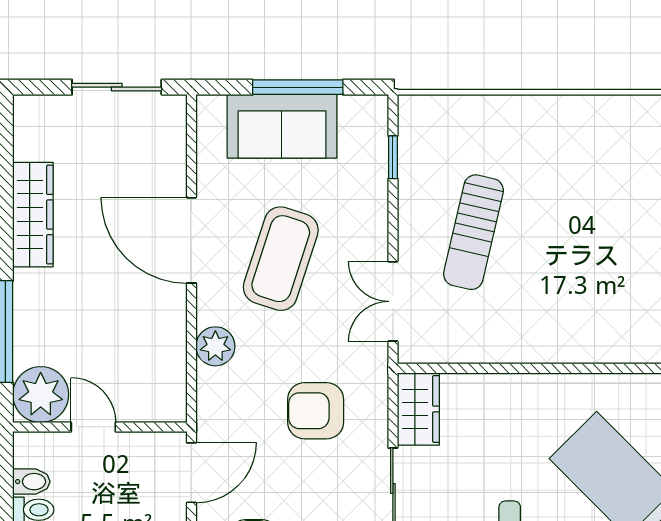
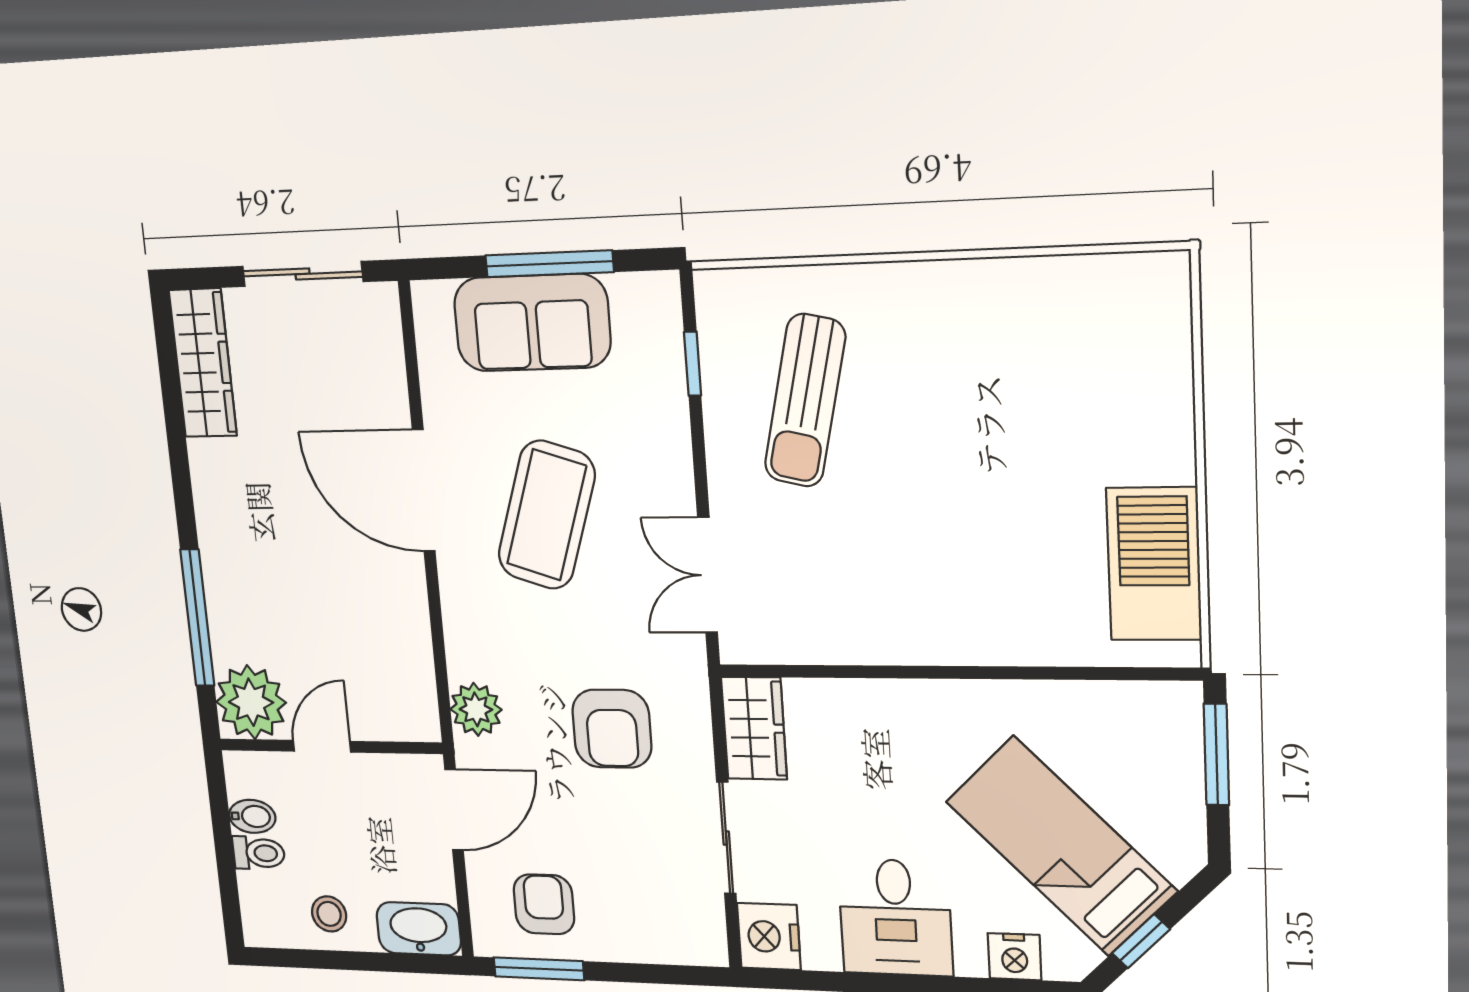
wardrobe: (33, 215) -> (203, 363), moved
sun lounger: (473, 232) -> (805, 401), moved
plant: (215, 346) -> (476, 709), moved
armchair: (316, 411) -> (612, 729), turned -90
door: (93, 427) -> (322, 746), hinge flipped

